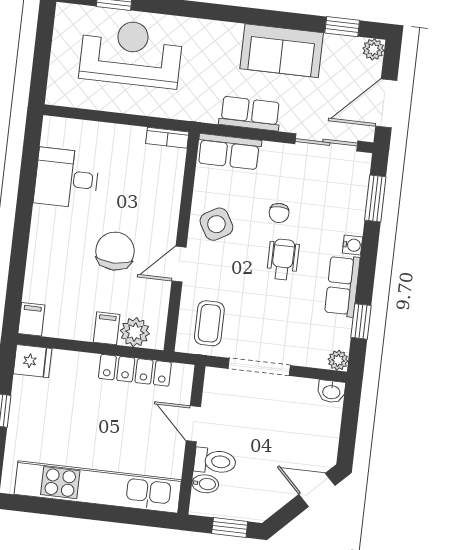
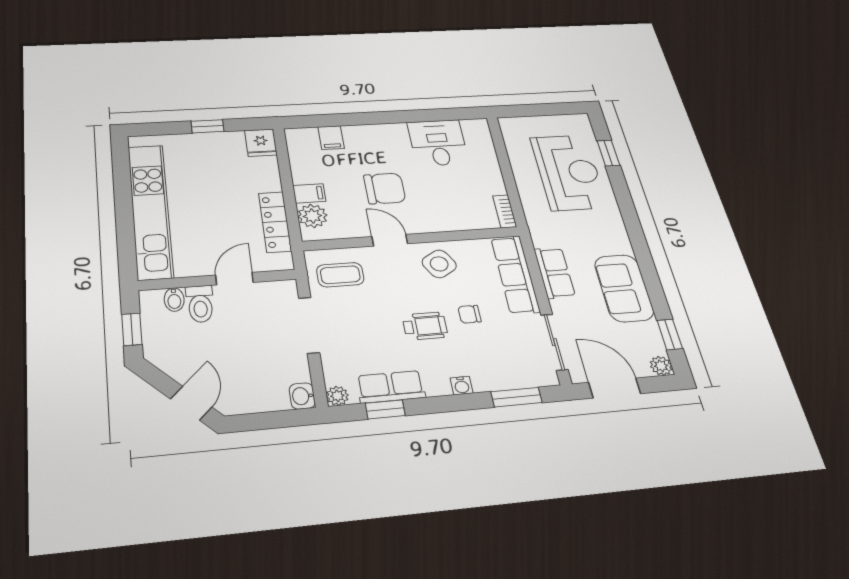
row of seats: (229, 152) -> (515, 274), width x1.48
row of seats: (342, 286) -> (391, 387), moved
filing cabinet: (31, 319) -> (331, 138), moved, turned 90

